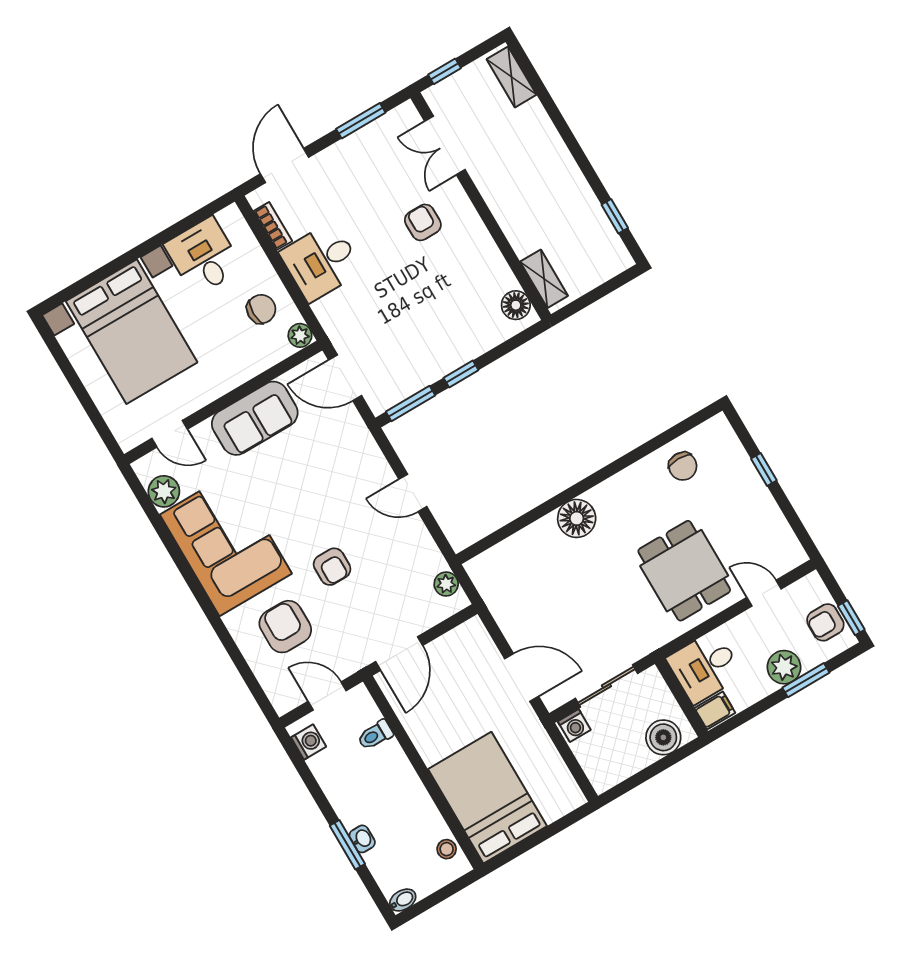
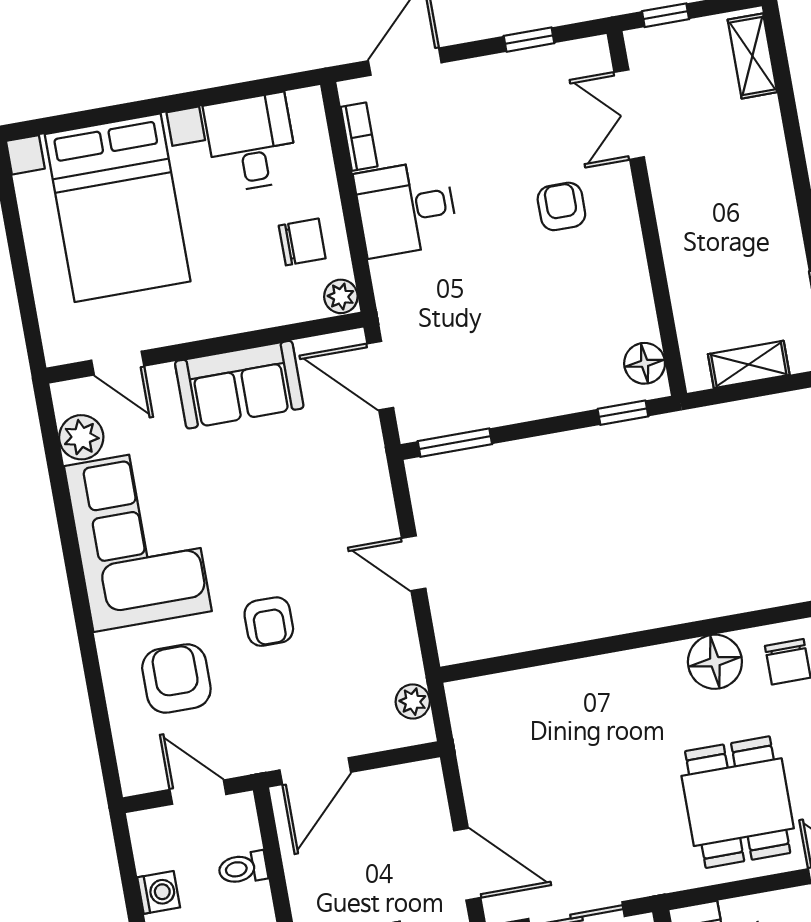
window: (361, 121) -> (529, 40), width x0.67
shelving: (544, 279) -> (749, 364), moved, turned 90
window: (461, 374) -> (623, 413), moved
floor lamp: (577, 518) -> (715, 662), moved
washing machine: (309, 742) -> (159, 892), moved

